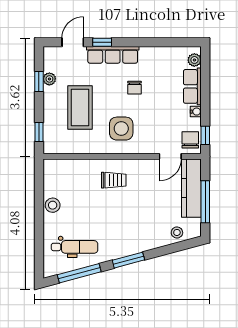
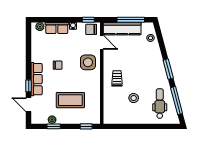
side table: (121, 129) -> (88, 62), moved
stool: (53, 205) -> (134, 98), moved

